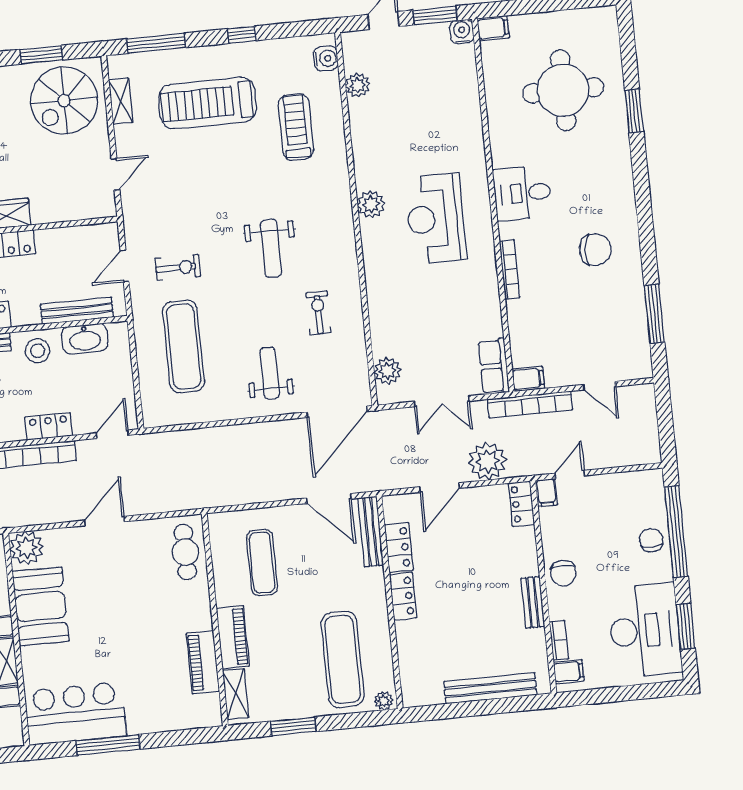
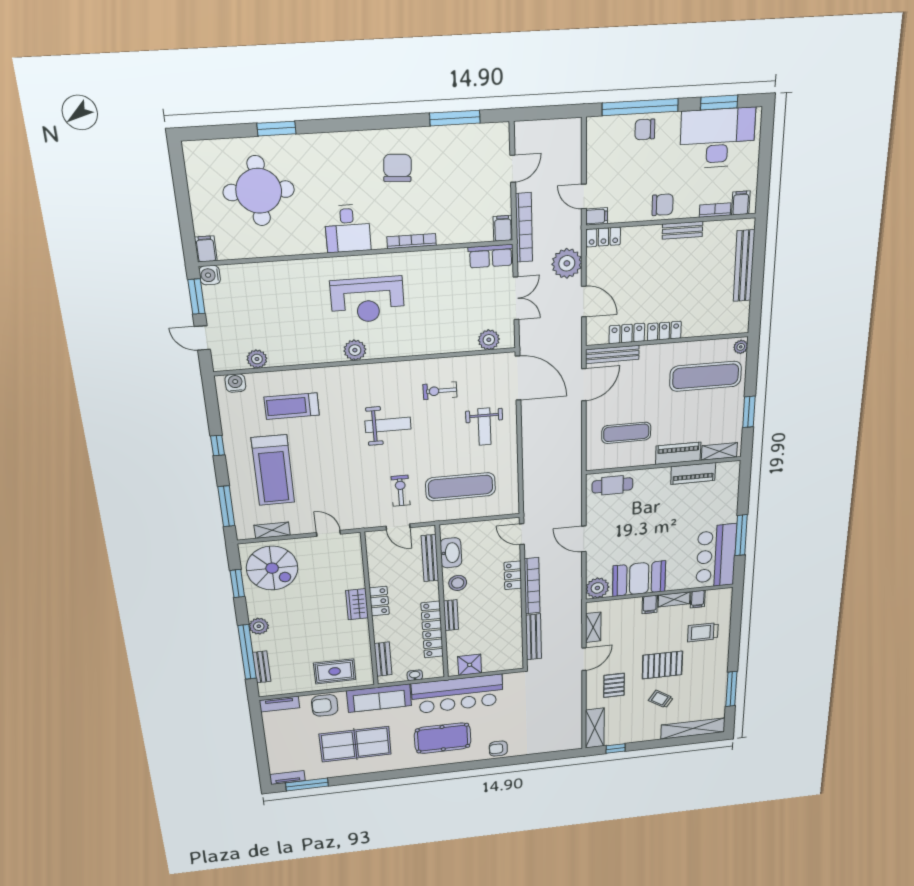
weight bench: (270, 373) -> (485, 427), turned -90

